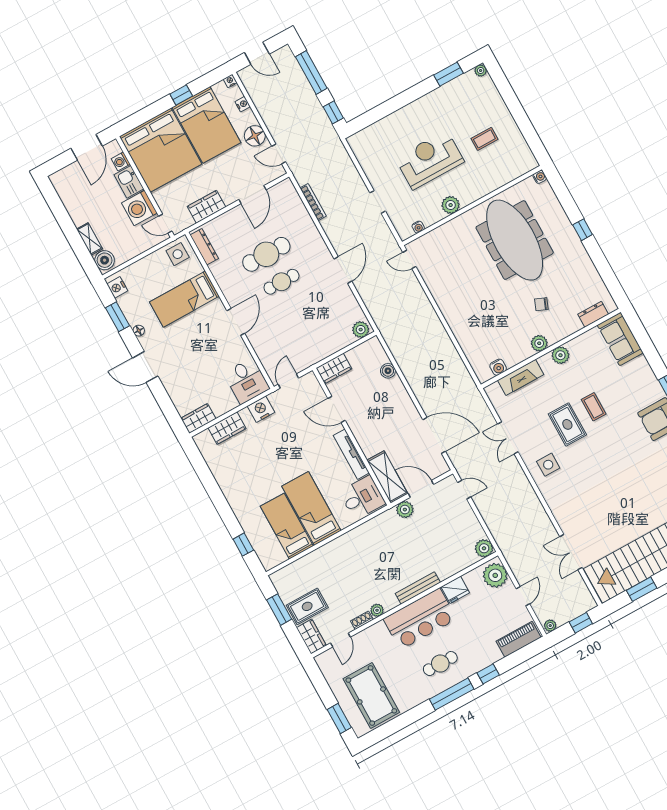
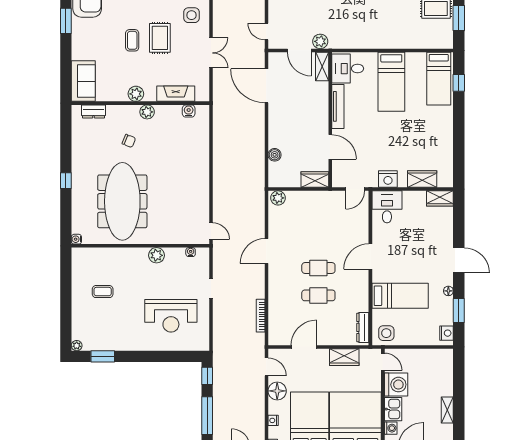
reception desk: (430, 160) -> (171, 316), moved
shelving: (89, 239) -> (447, 410), moved
cafe table: (266, 254) -> (318, 295), width x0.73, depth x0.74
boiler: (105, 260) -> (445, 359), removed
shelving: (387, 477) -> (322, 67), width x0.67, depth x0.75
bed: (287, 526) -> (439, 79), moved

